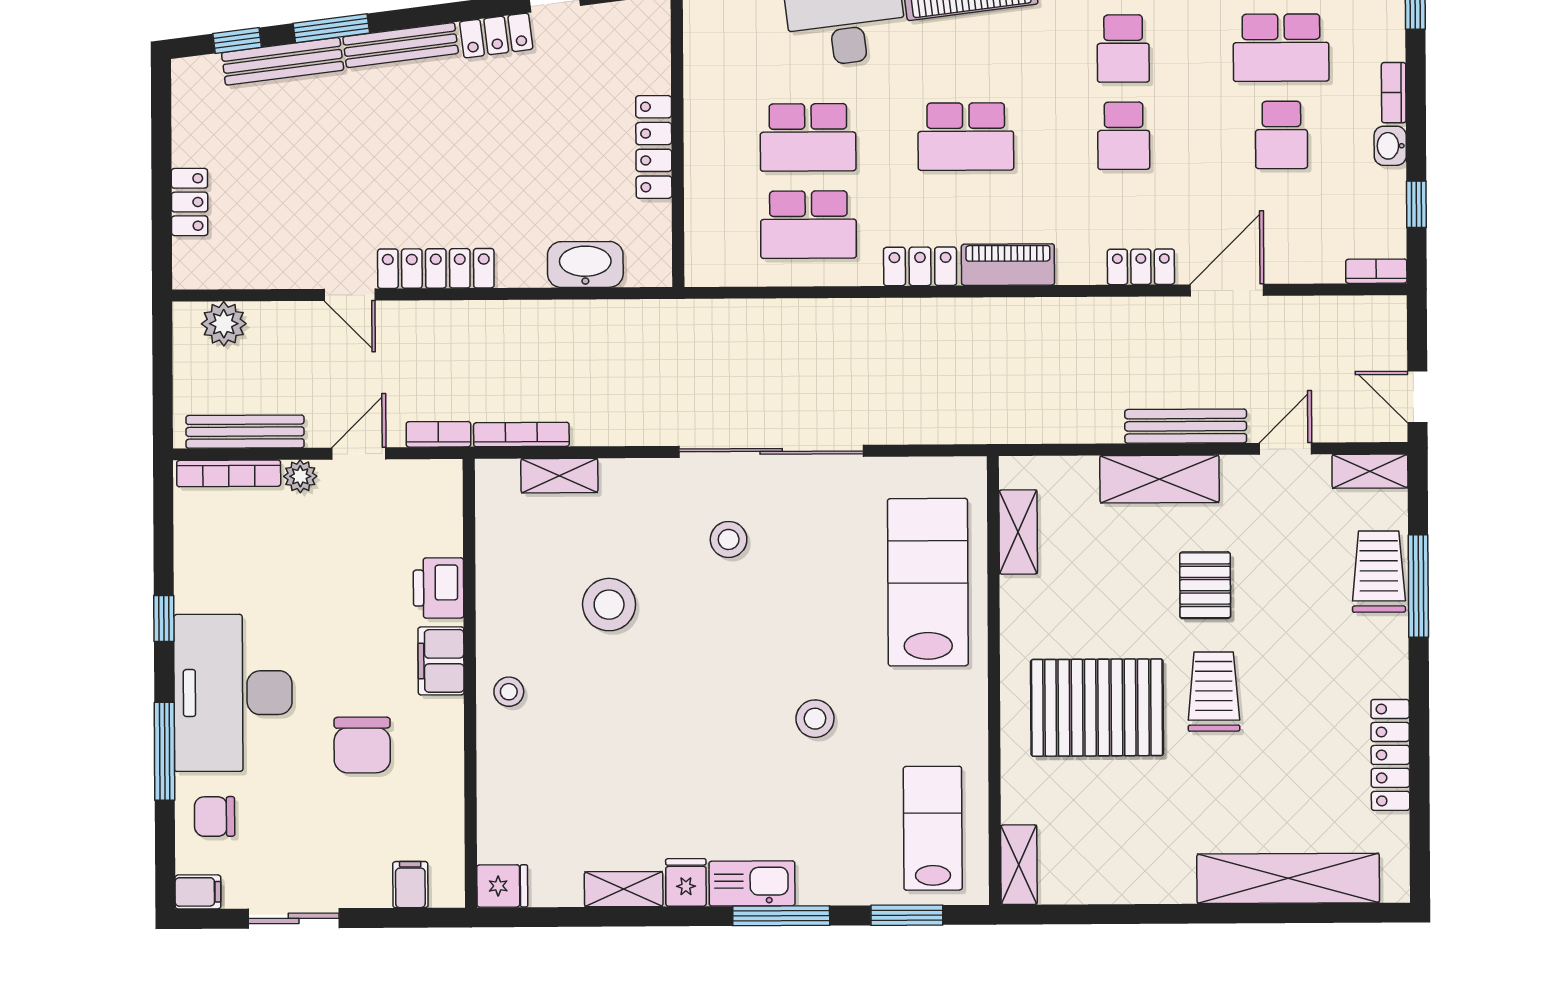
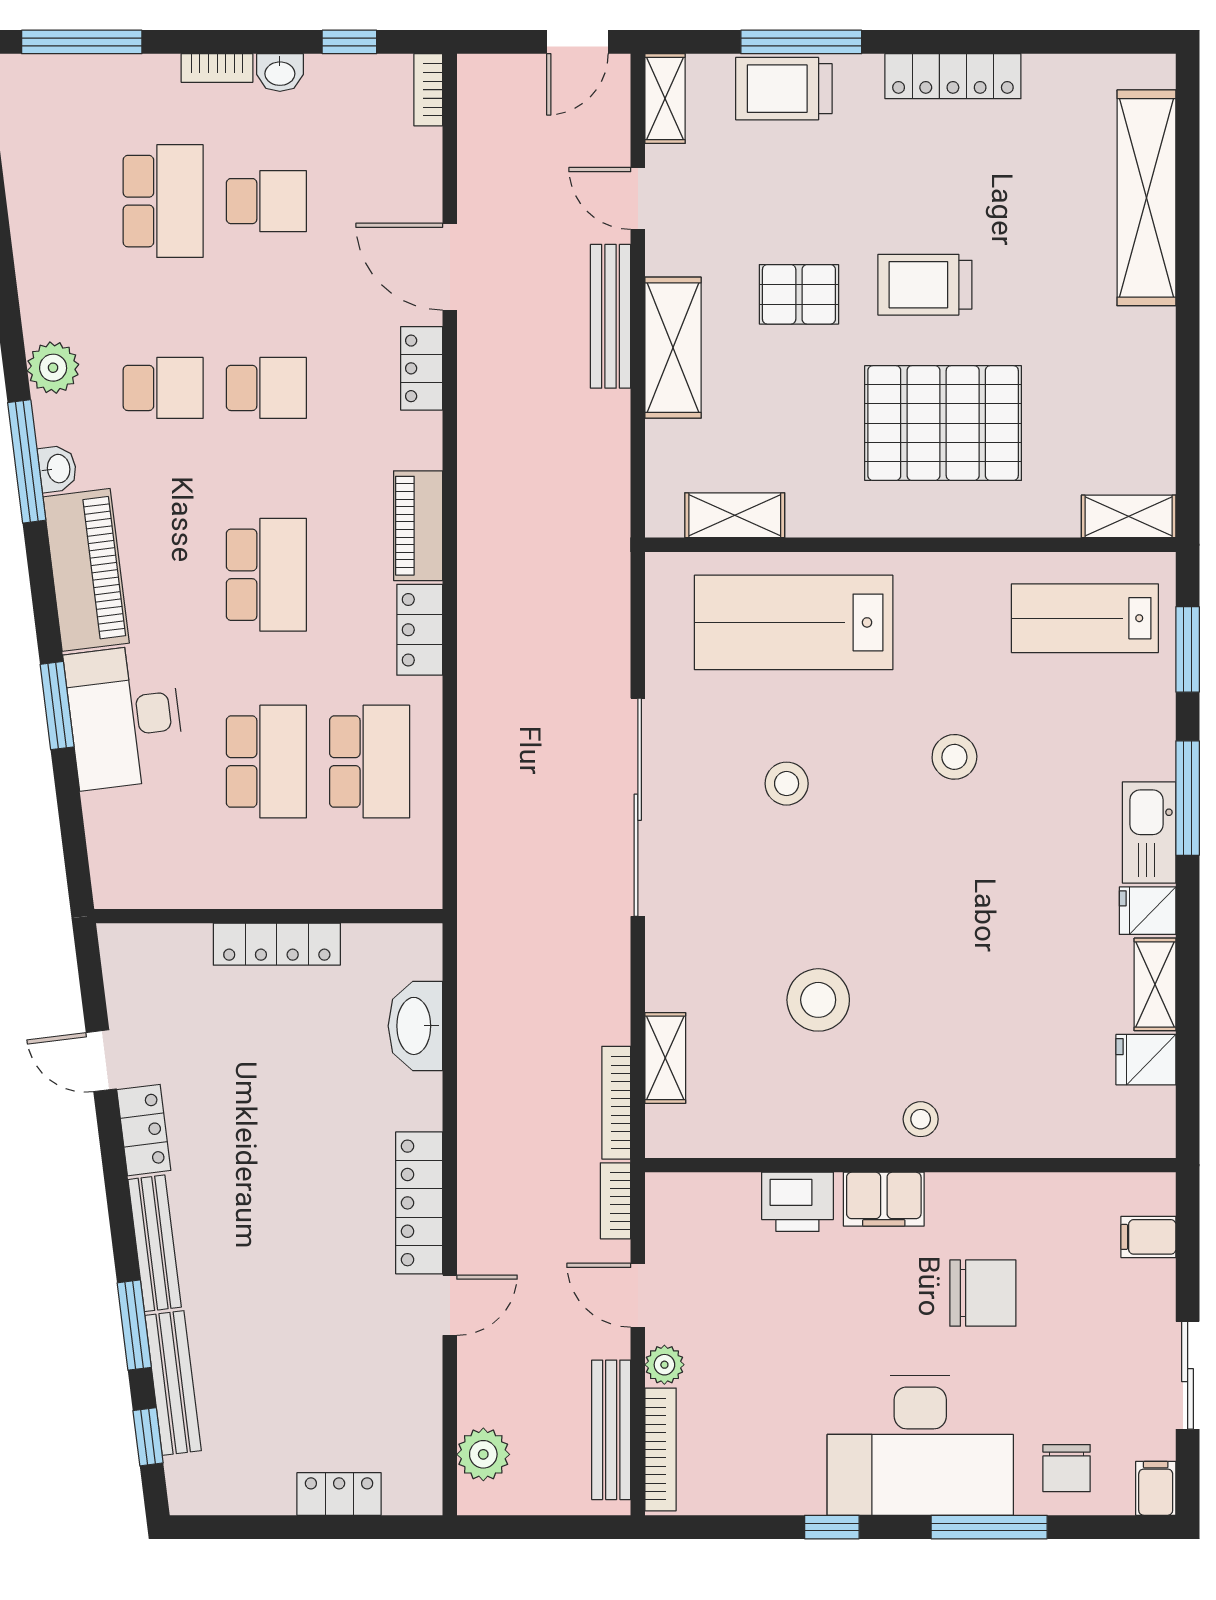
stool: (729, 539) -> (787, 784), moved
pallet: (1097, 708) -> (943, 423), turned 90
locker: (1390, 755) -> (953, 76), moved
fridge: (502, 886) -> (1146, 1060), moved, turned -90

